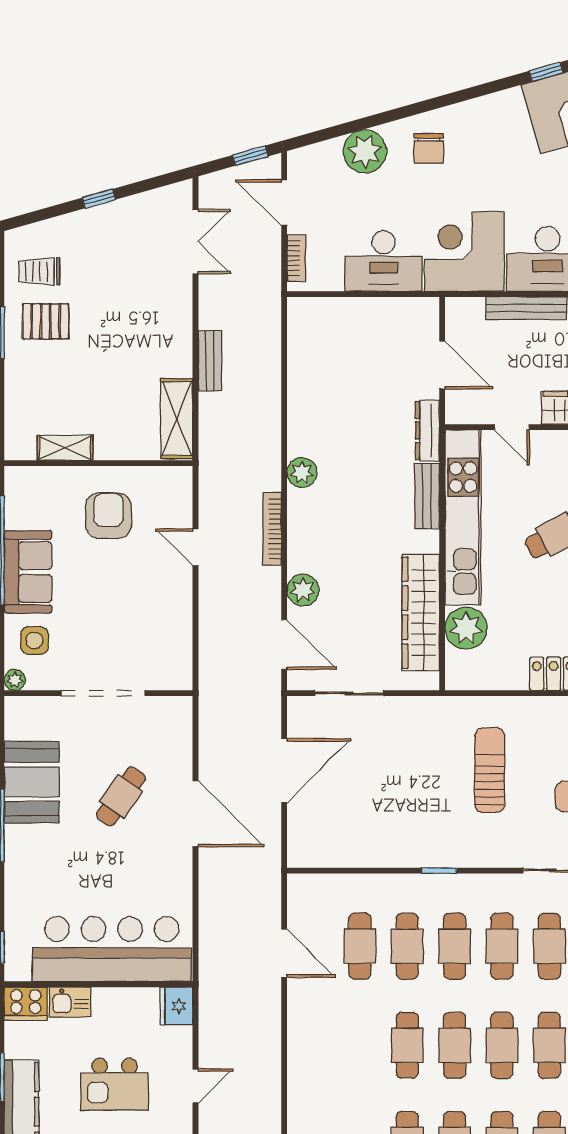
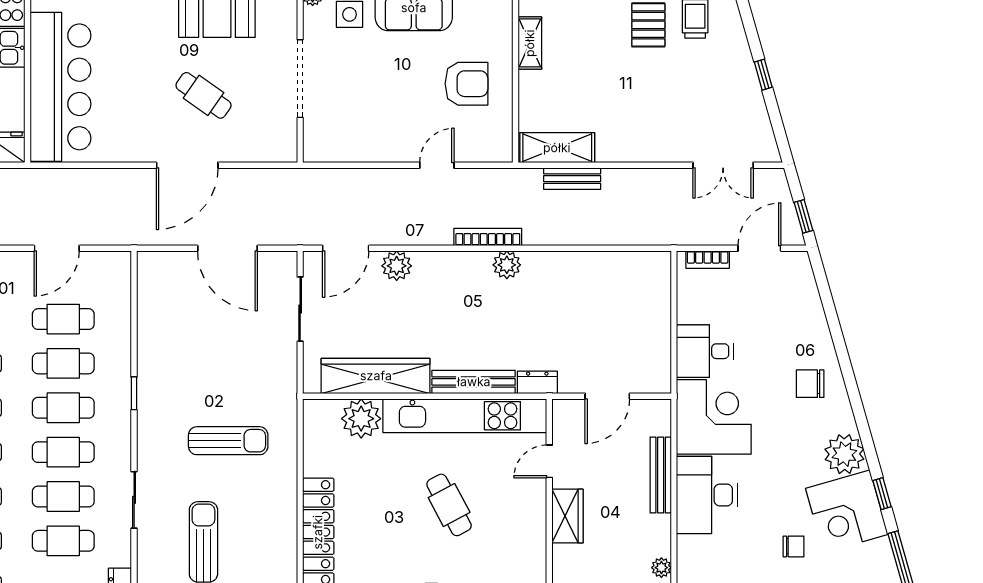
plant: (365, 151) -> (844, 454), moved
desk: (384, 261) -> (705, 351), width x0.73
bench: (210, 361) -> (572, 179), moved
dresser: (427, 431) -> (537, 382), width x0.70
bench: (427, 496) -> (474, 382), width x1.36
bookcase: (272, 529) -> (488, 237), moved

